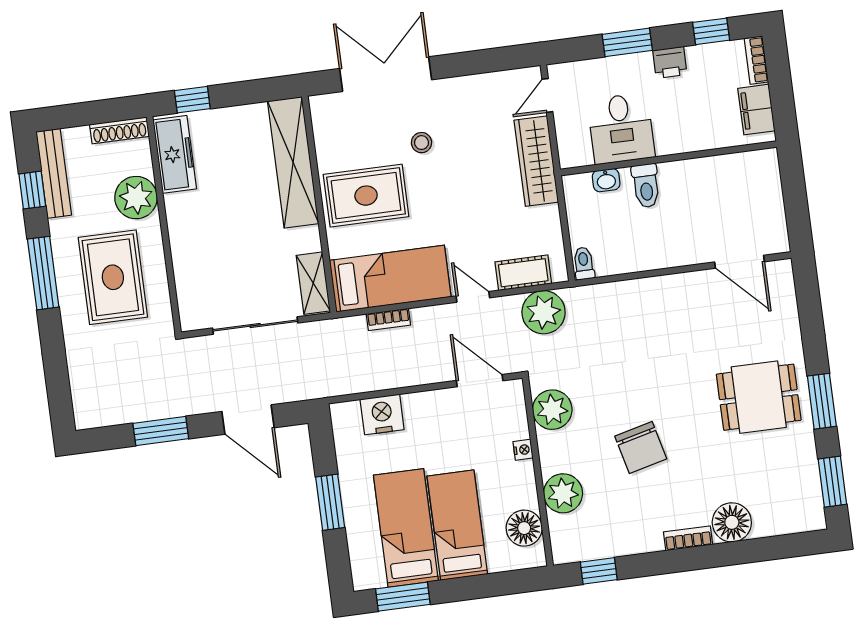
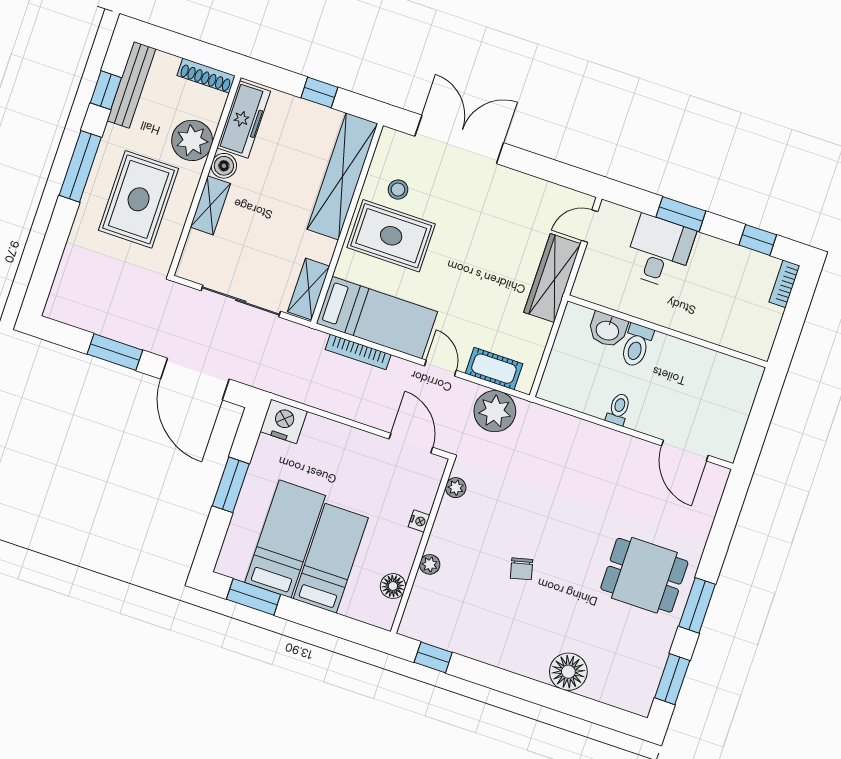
printer: (670, 62) -> (709, 249), removed
window: (192, 100) -> (319, 92), moved
filing cabinet: (756, 110) -> (764, 326), removed
desk: (621, 128) -> (659, 251), moved, turned 180
stool: (422, 143) -> (398, 190), moved
washbasin: (606, 180) -> (608, 330), width x1.38, depth x1.45
boiler: (177, 207) -> (224, 166), added
shelving: (183, 250) -> (210, 205), added
toilet: (584, 263) -> (618, 409), moved
bookcase: (388, 319) -> (358, 352), width x1.56
plant: (552, 410) -> (456, 488), width x0.53, depth x0.53
nightstand: (382, 414) -> (284, 421), moved
door: (248, 420) -> (195, 379), width x1.36
chair: (641, 448) -> (522, 569), width x0.54, depth x0.54
plant: (563, 493) -> (430, 564), width x0.53, depth x0.53
floor lamp: (524, 528) -> (393, 586), width x0.73, depth x0.73
bookcase: (688, 538) -> (524, 667), removed

